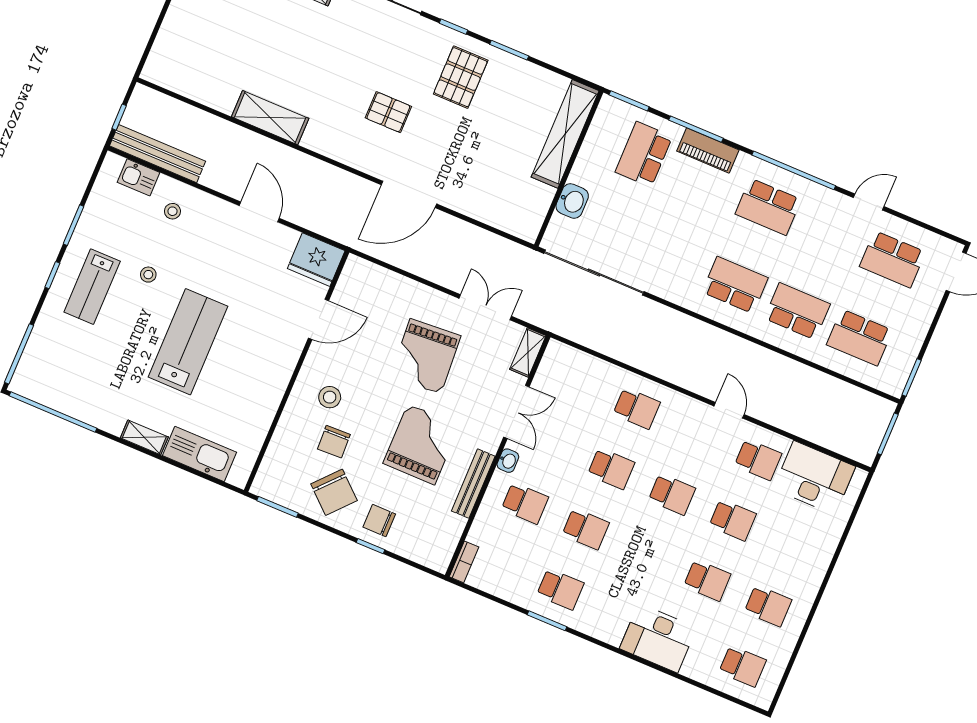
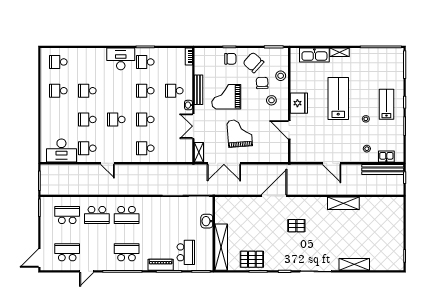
pallet: (461, 77) -> (252, 259), moved, turned 90
fridge: (316, 260) -> (299, 103), moved, turned 90
double door: (485, 307) -> (224, 163), width x1.37
door: (319, 319) -> (289, 130), hinge flipped
lab bench: (188, 342) -> (338, 98), turned 180
stool: (289, 440) -> (281, 76), added
grand piano: (421, 444) -> (226, 97), turned 90
desk: (658, 638) -> (121, 59), moved

